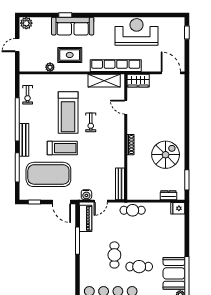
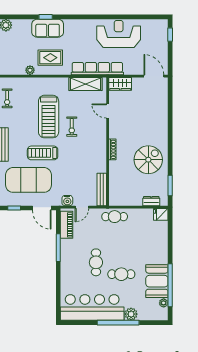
sofa: (73, 26) -> (48, 28), width x0.73
treadmill: (62, 148) -> (43, 153), turned 180

